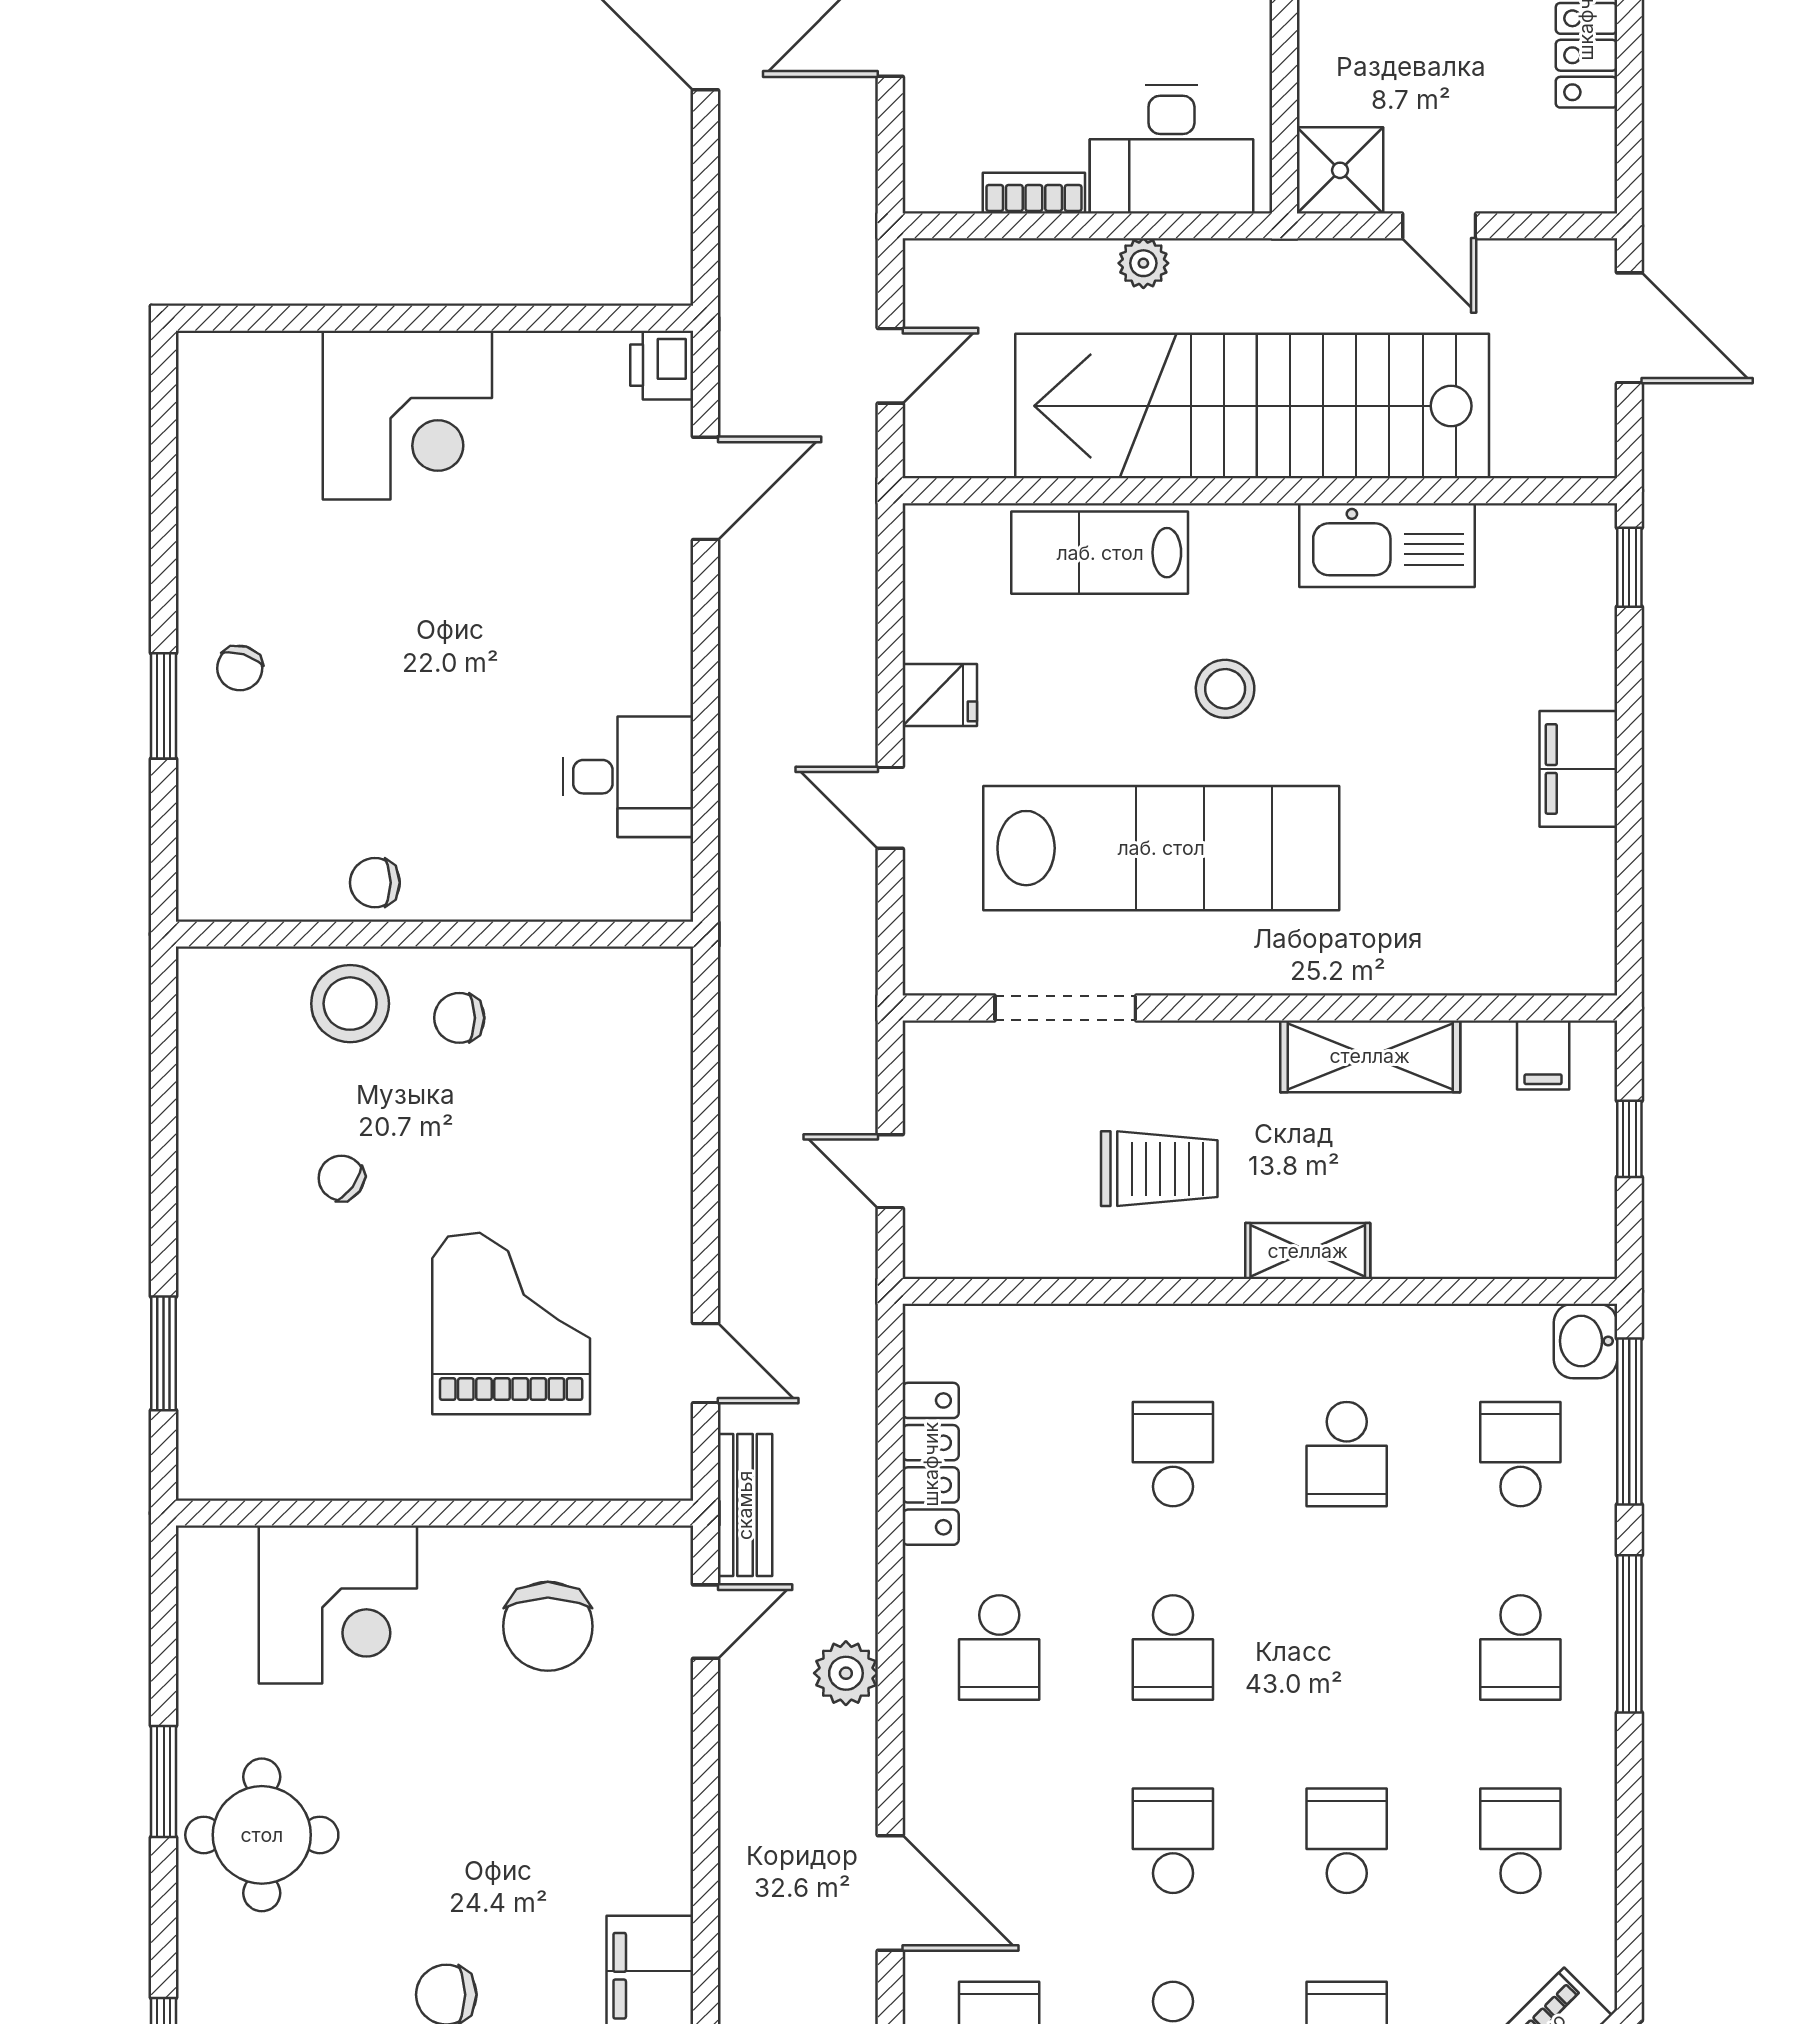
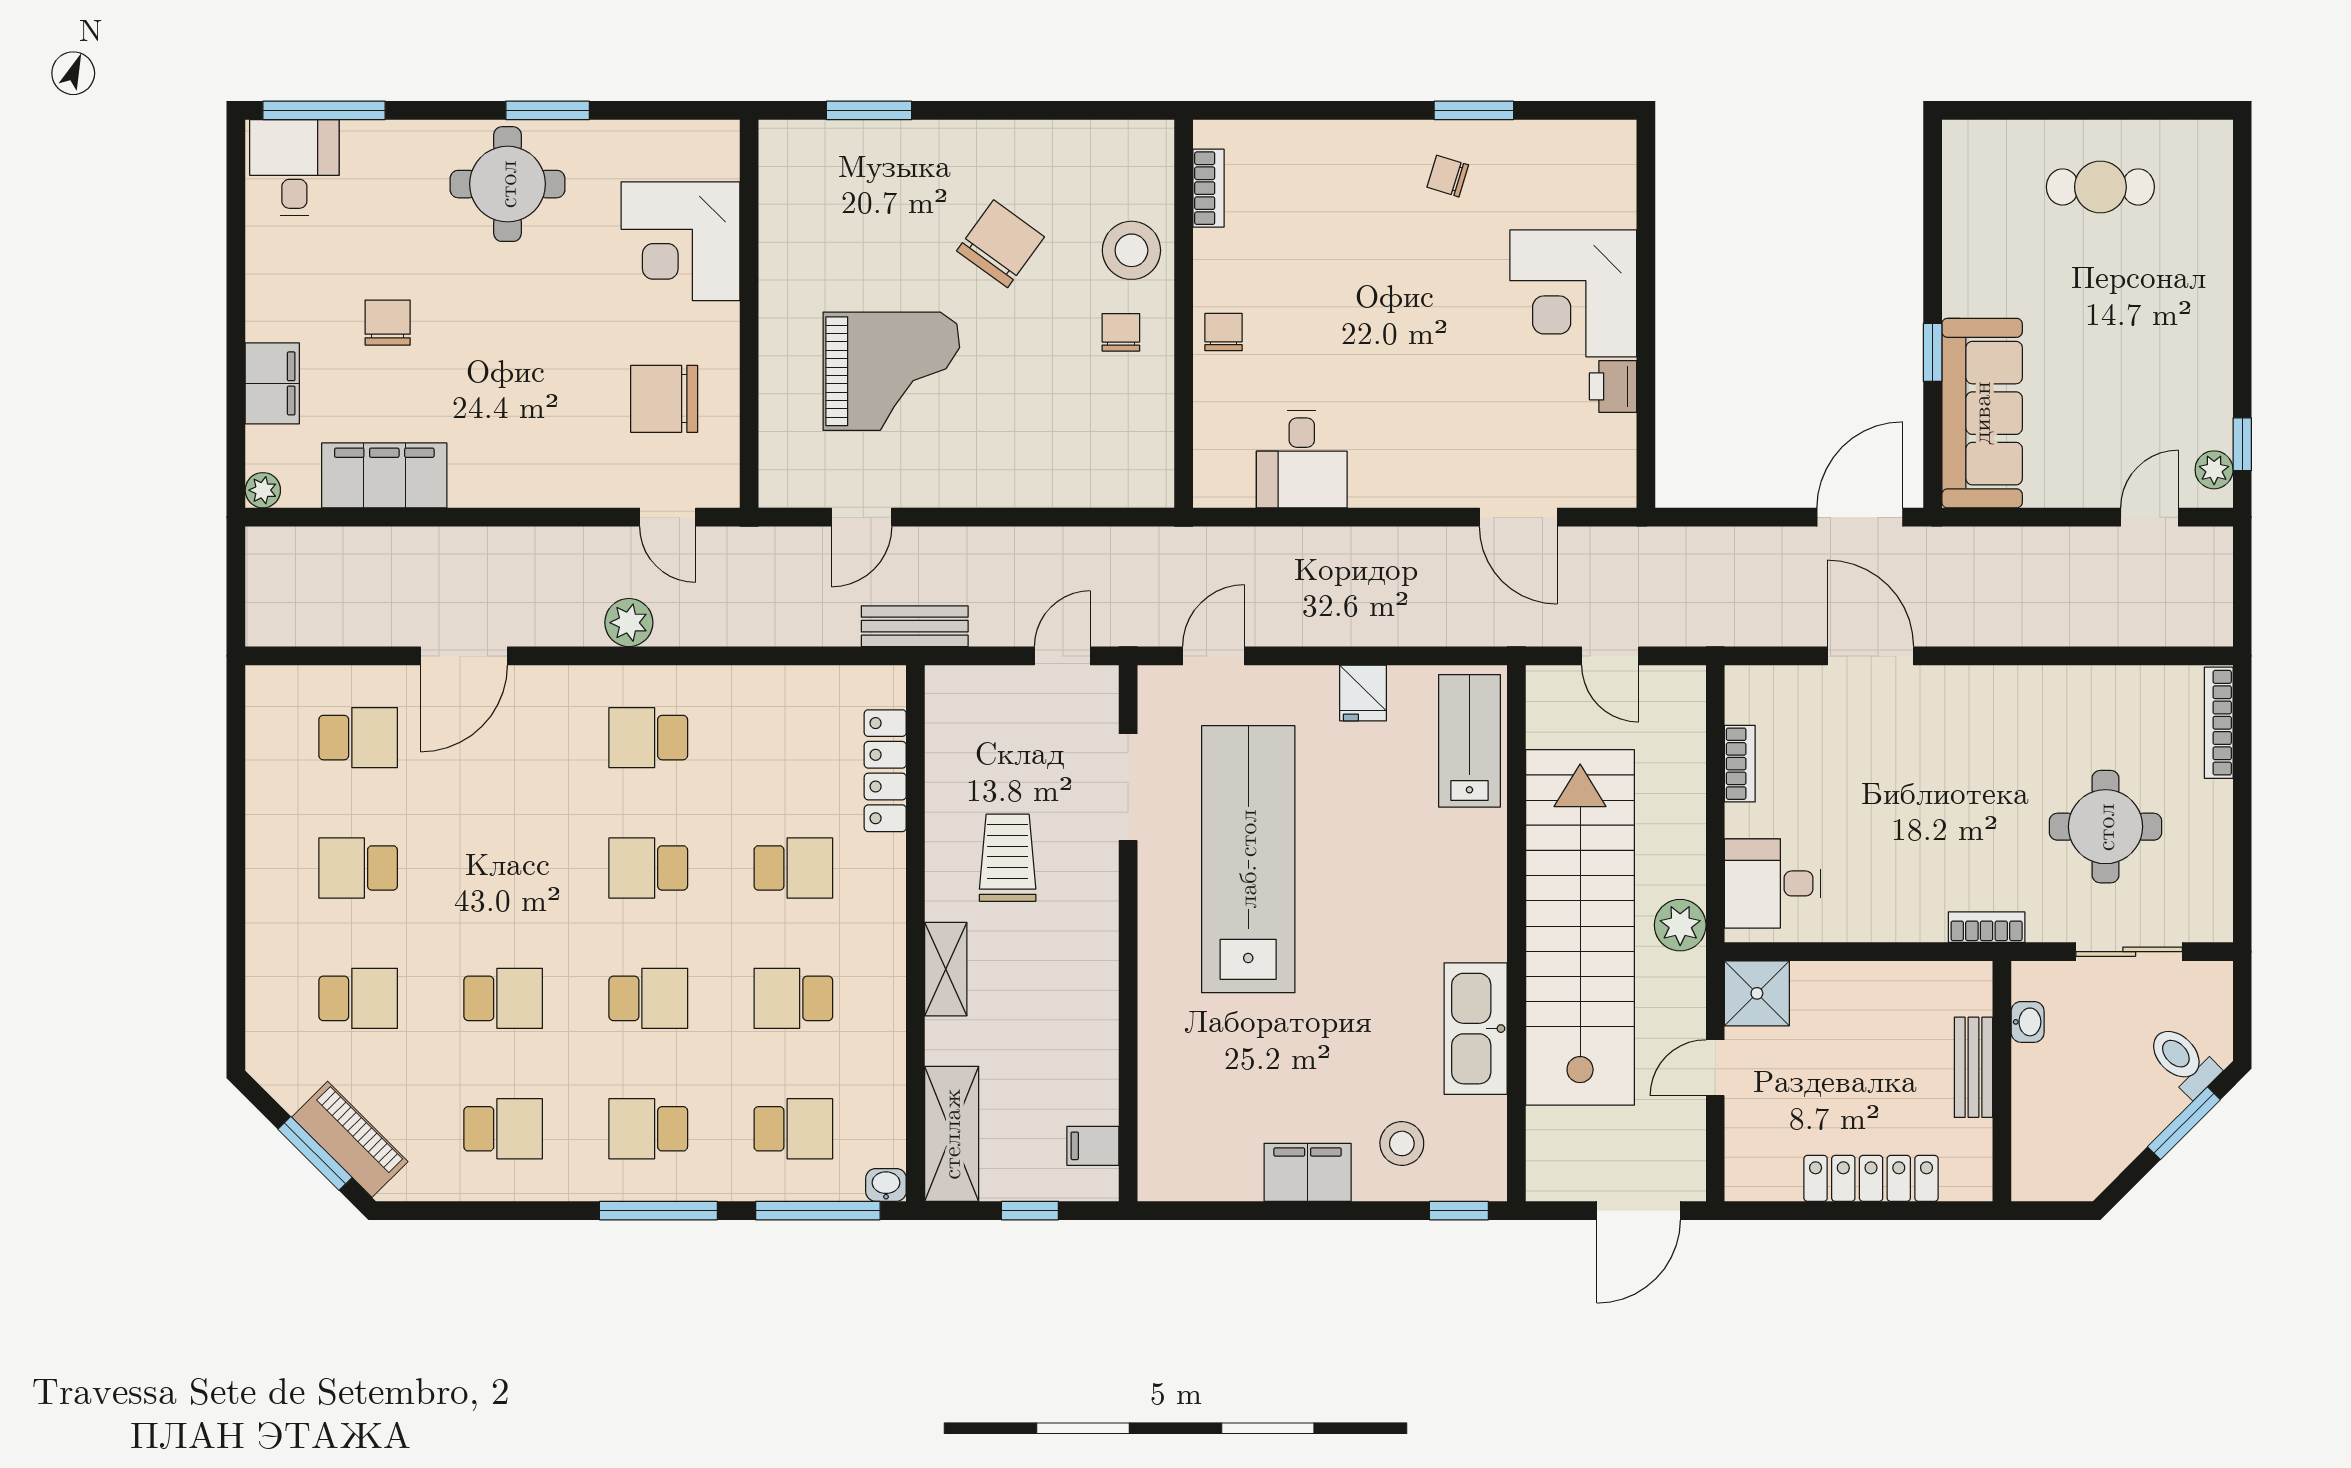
desk: (1171, 149) -> (1773, 883), width x0.73
plant: (1143, 263) -> (1680, 925), moved, width x1.38, depth x1.38
printer: (662, 365) -> (1613, 386), moved, turned -90
lab bench: (1100, 553) -> (1469, 741), moved
chair: (240, 668) -> (1448, 176), moved
stool: (1225, 689) -> (1402, 1143), moved
window: (164, 706) -> (1474, 110), moved
door: (890, 808) -> (1214, 656), moved
lab bench: (1161, 848) -> (1248, 859), turned 180
chair: (375, 883) -> (1224, 332), moved
bookcase: (267, 901) -> (1208, 188), added
shelving: (1370, 1056) -> (952, 1134), moved
trolley: (1159, 1169) -> (1008, 858), turned 180
door: (890, 1171) -> (1062, 656), moved
chair: (341, 1178) -> (1001, 244), width x1.87, depth x1.87
washbasin: (1585, 1341) -> (886, 1185), width x0.72, depth x0.69
locker: (931, 1464) -> (885, 771), moved, turned 90
bench: (745, 1505) -> (915, 626), moved
school desk: (1173, 1841) -> (648, 998), moved

